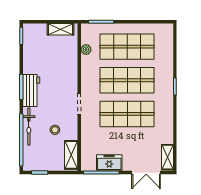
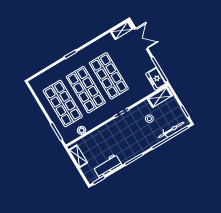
workbench: (31, 91) -> (107, 166), moved
bicycle: (29, 127) -> (171, 130), moved
freezer: (109, 163) -> (156, 79), moved

